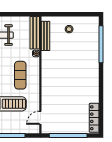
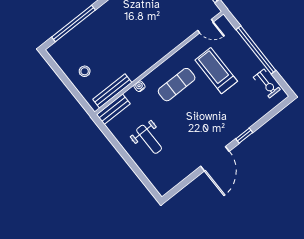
bench: (35, 33) -> (113, 109), width x0.73

